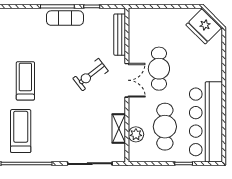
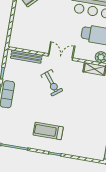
cafe table: (159, 69) -> (56, 32), removed
treadmill: (21, 131) -> (84, 141), removed

